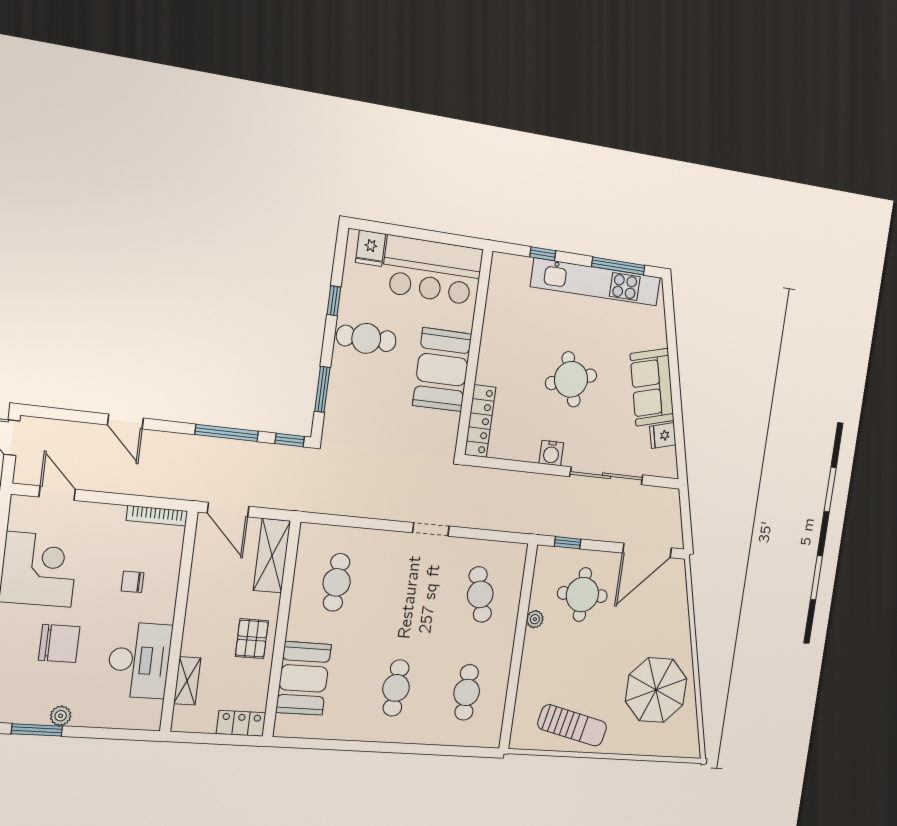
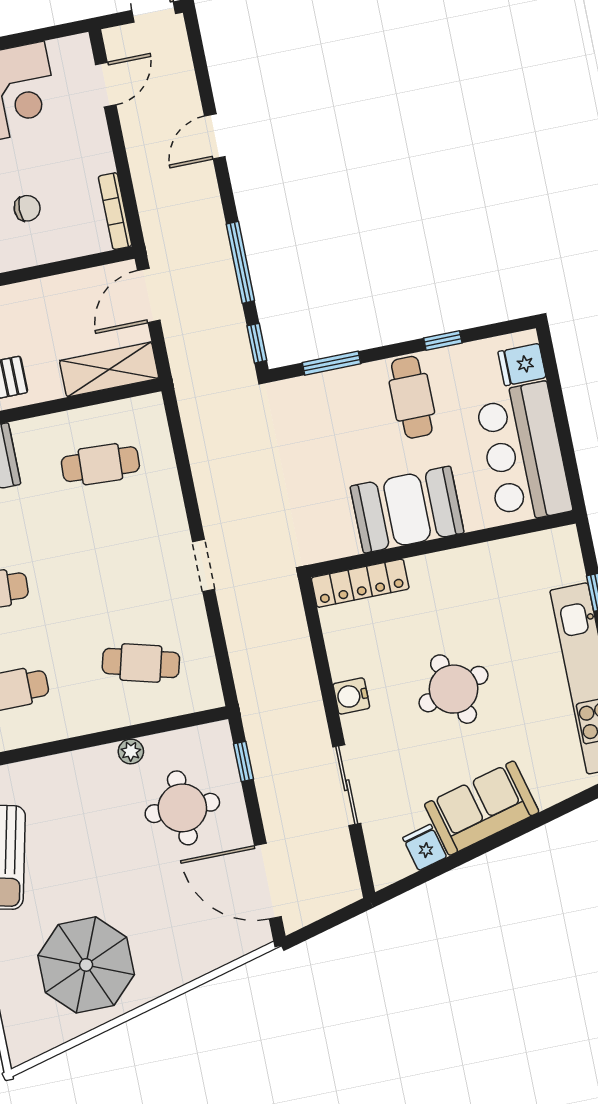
sliding door: (606, 476) -> (347, 785), width x0.73
chair: (133, 582) -> (27, 208), turned 90
cafe table: (480, 594) -> (141, 663), turned 30

